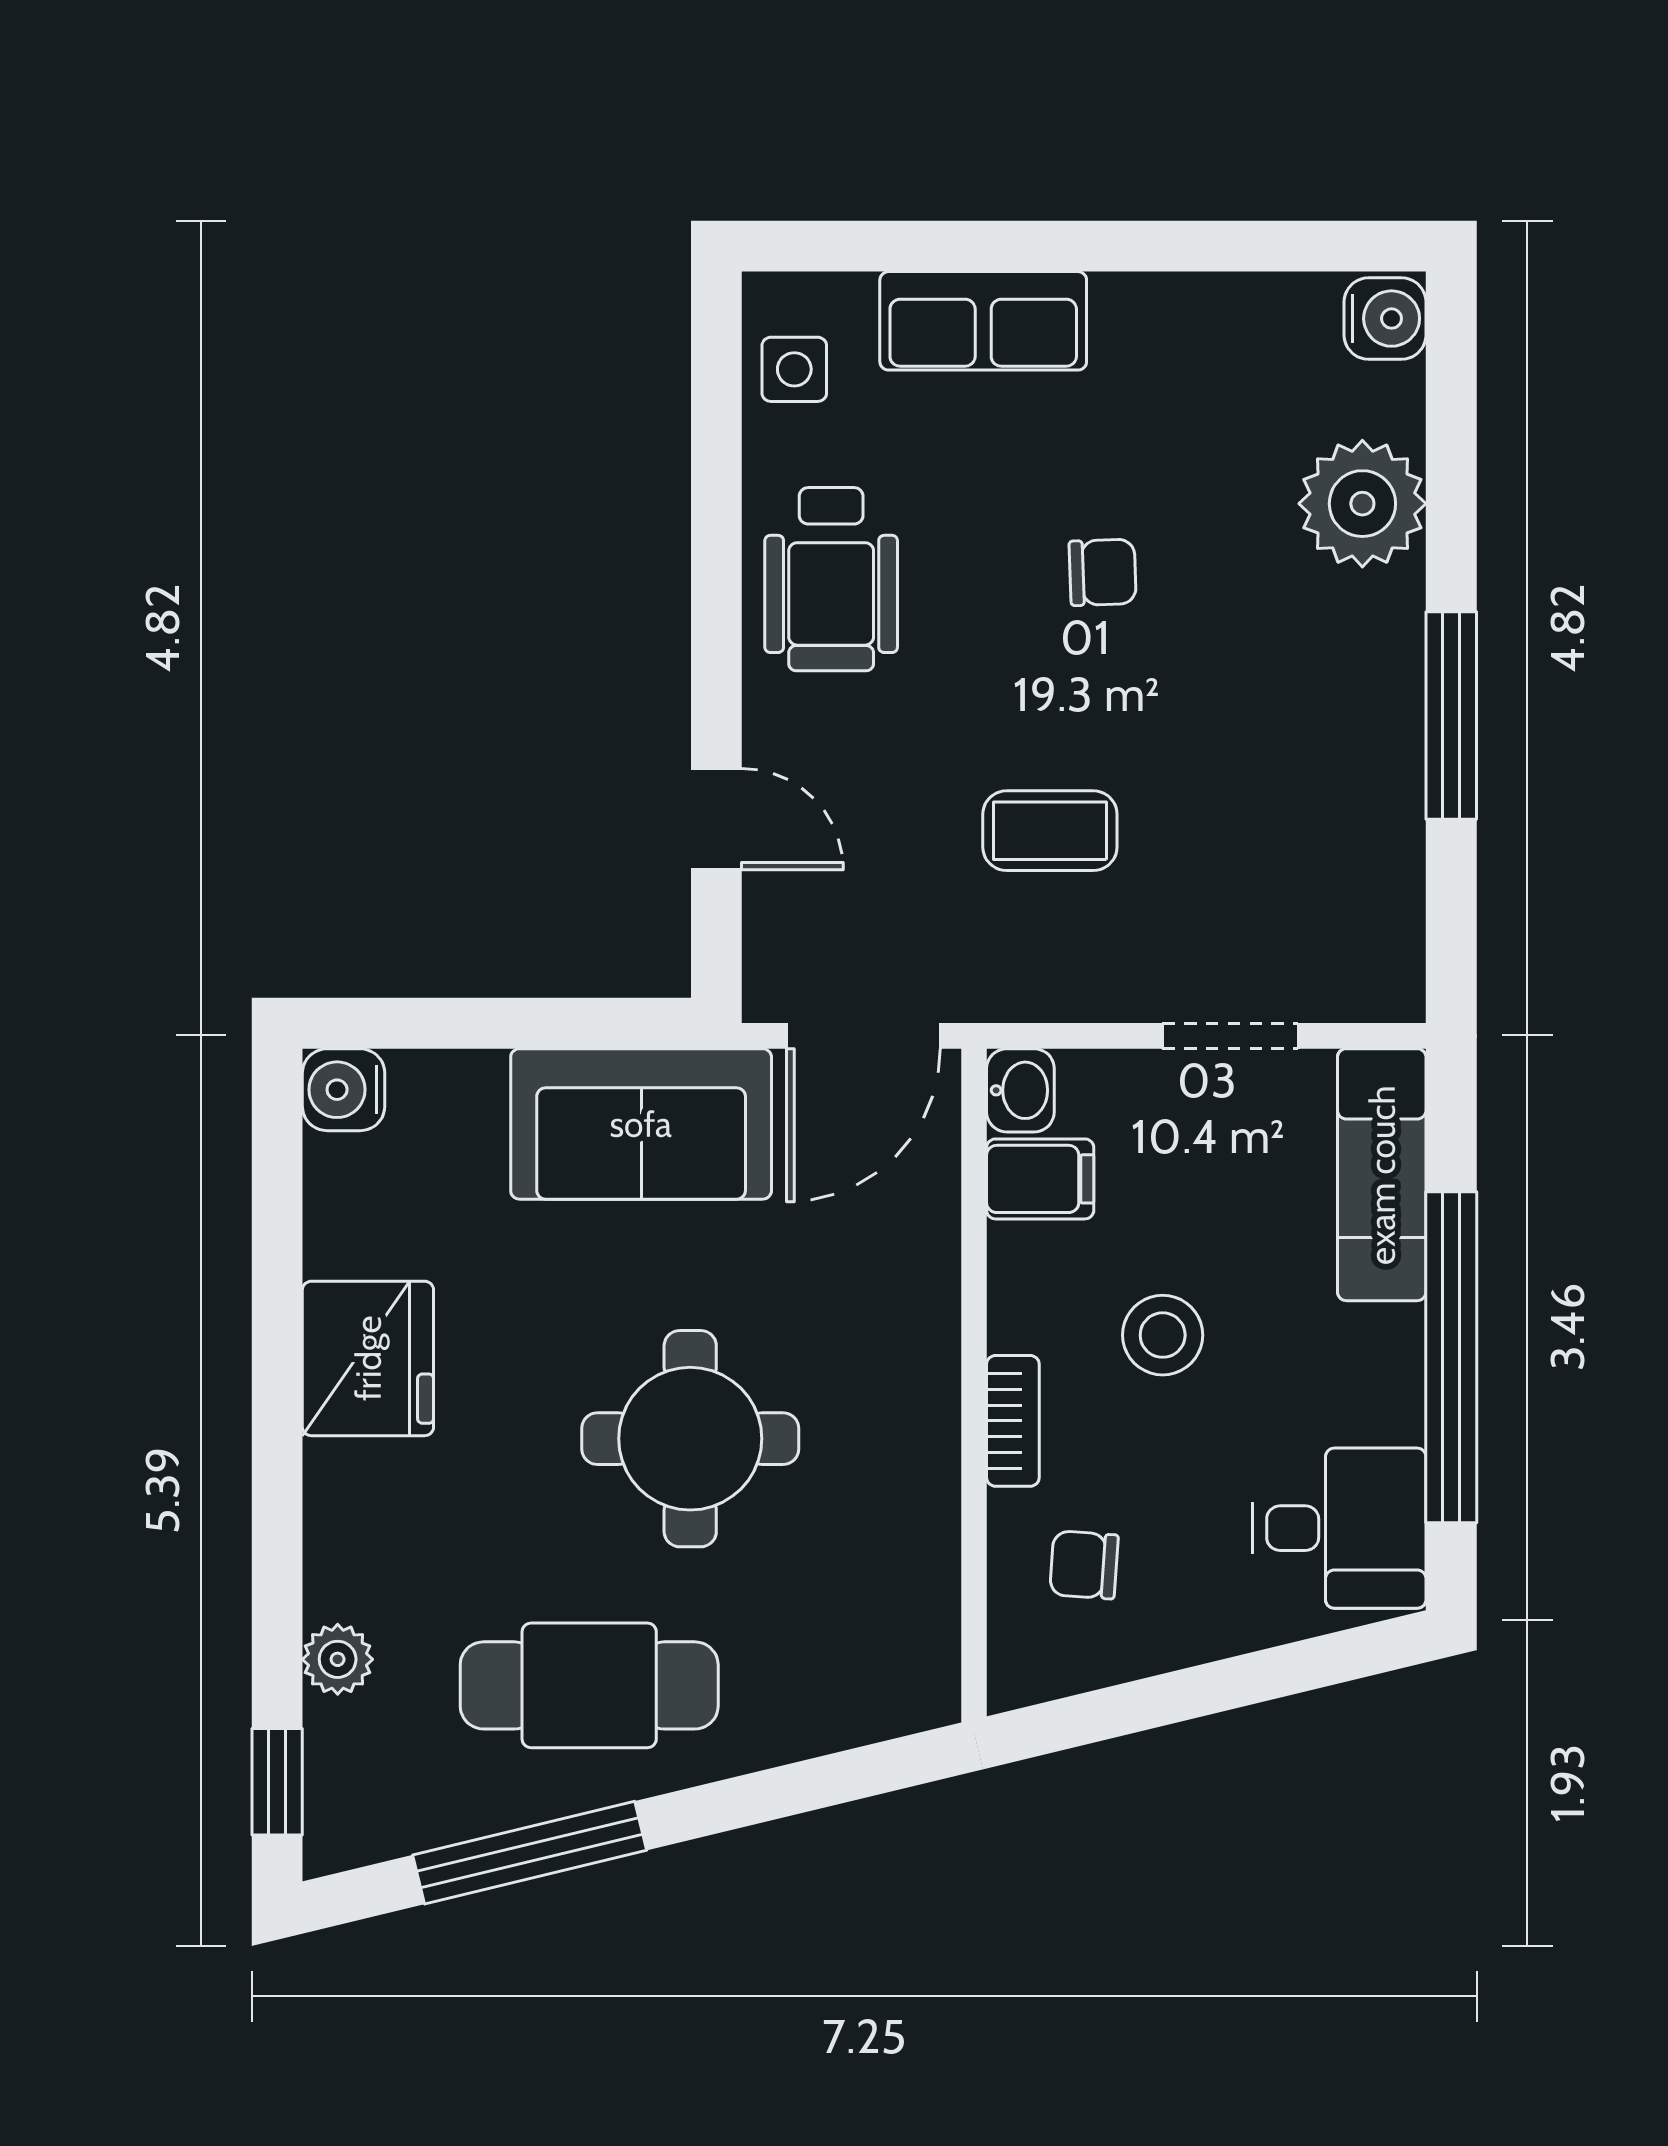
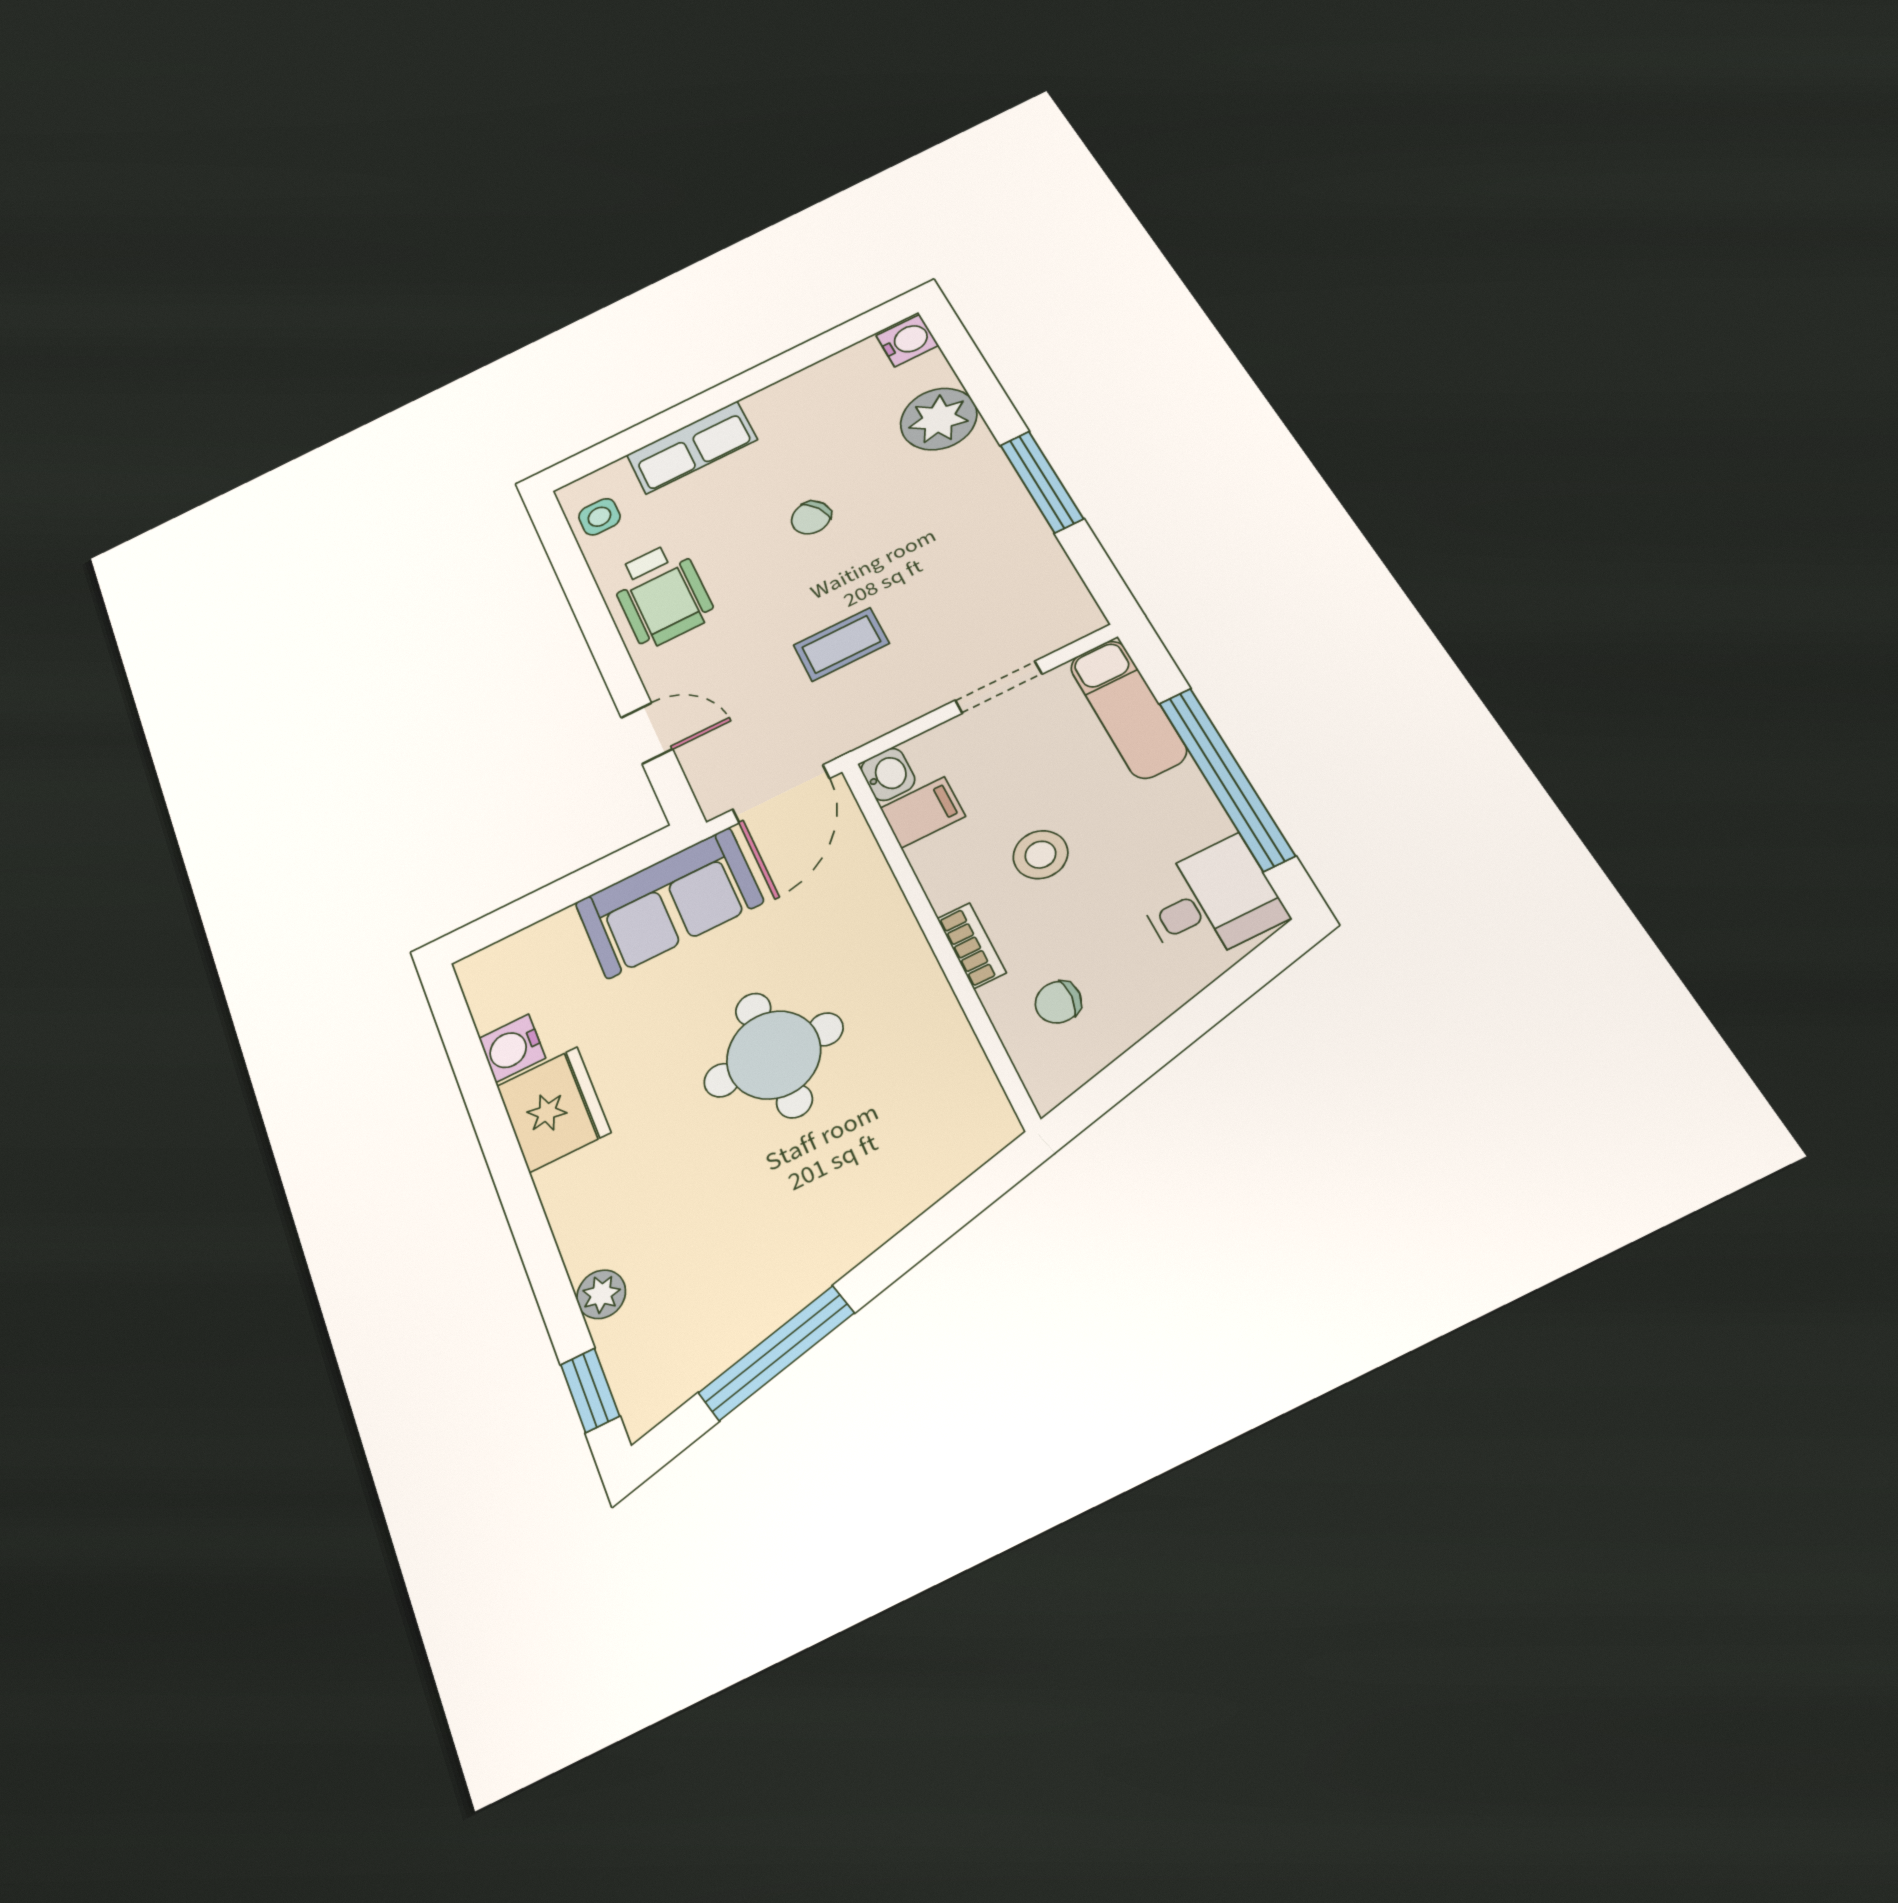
chair: (1103, 572) -> (811, 518), turned 153
water cooler: (344, 1090) -> (512, 1048), moved
cafe table: (589, 1685) -> (772, 1229), removed

